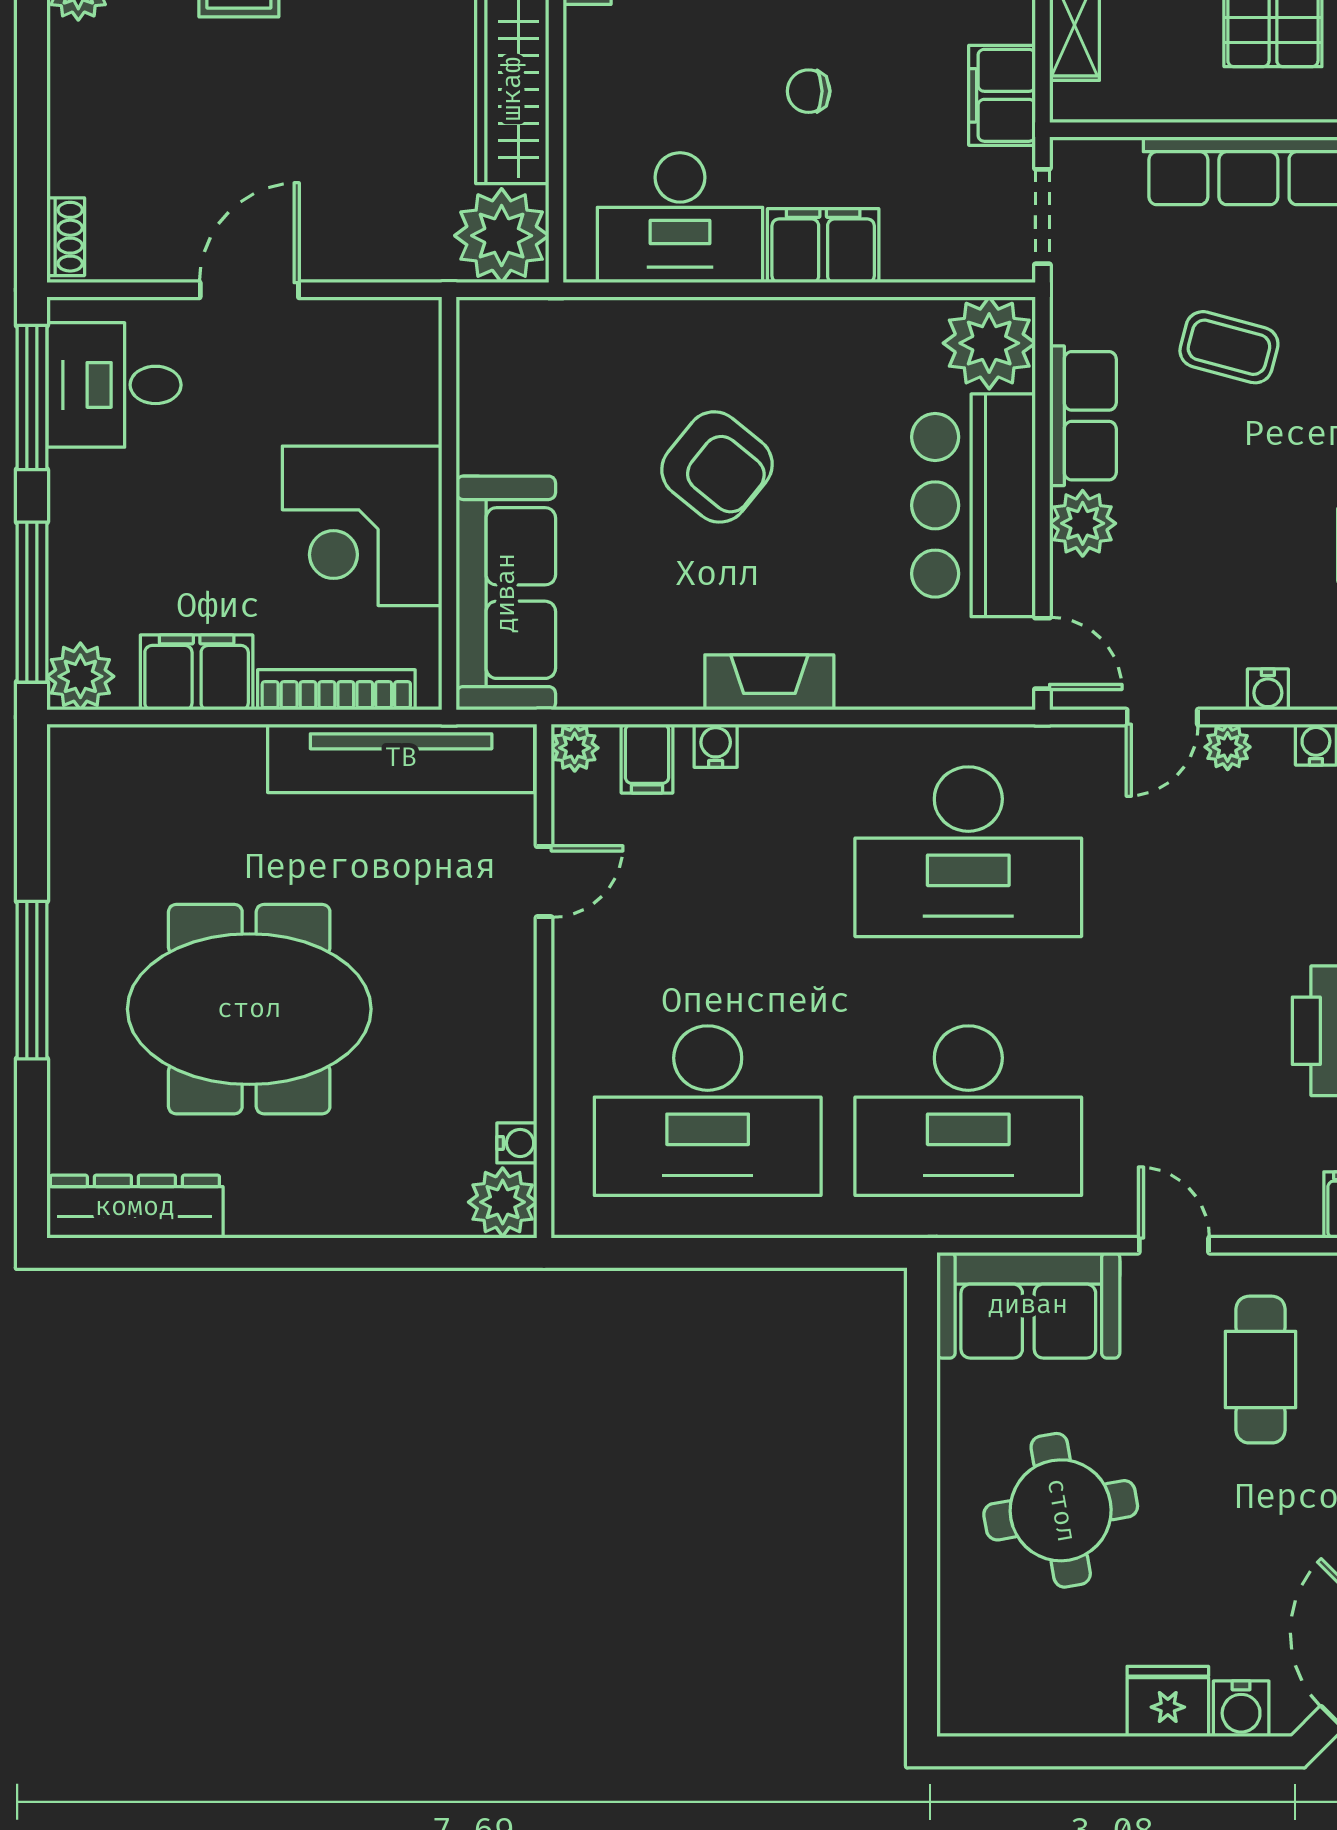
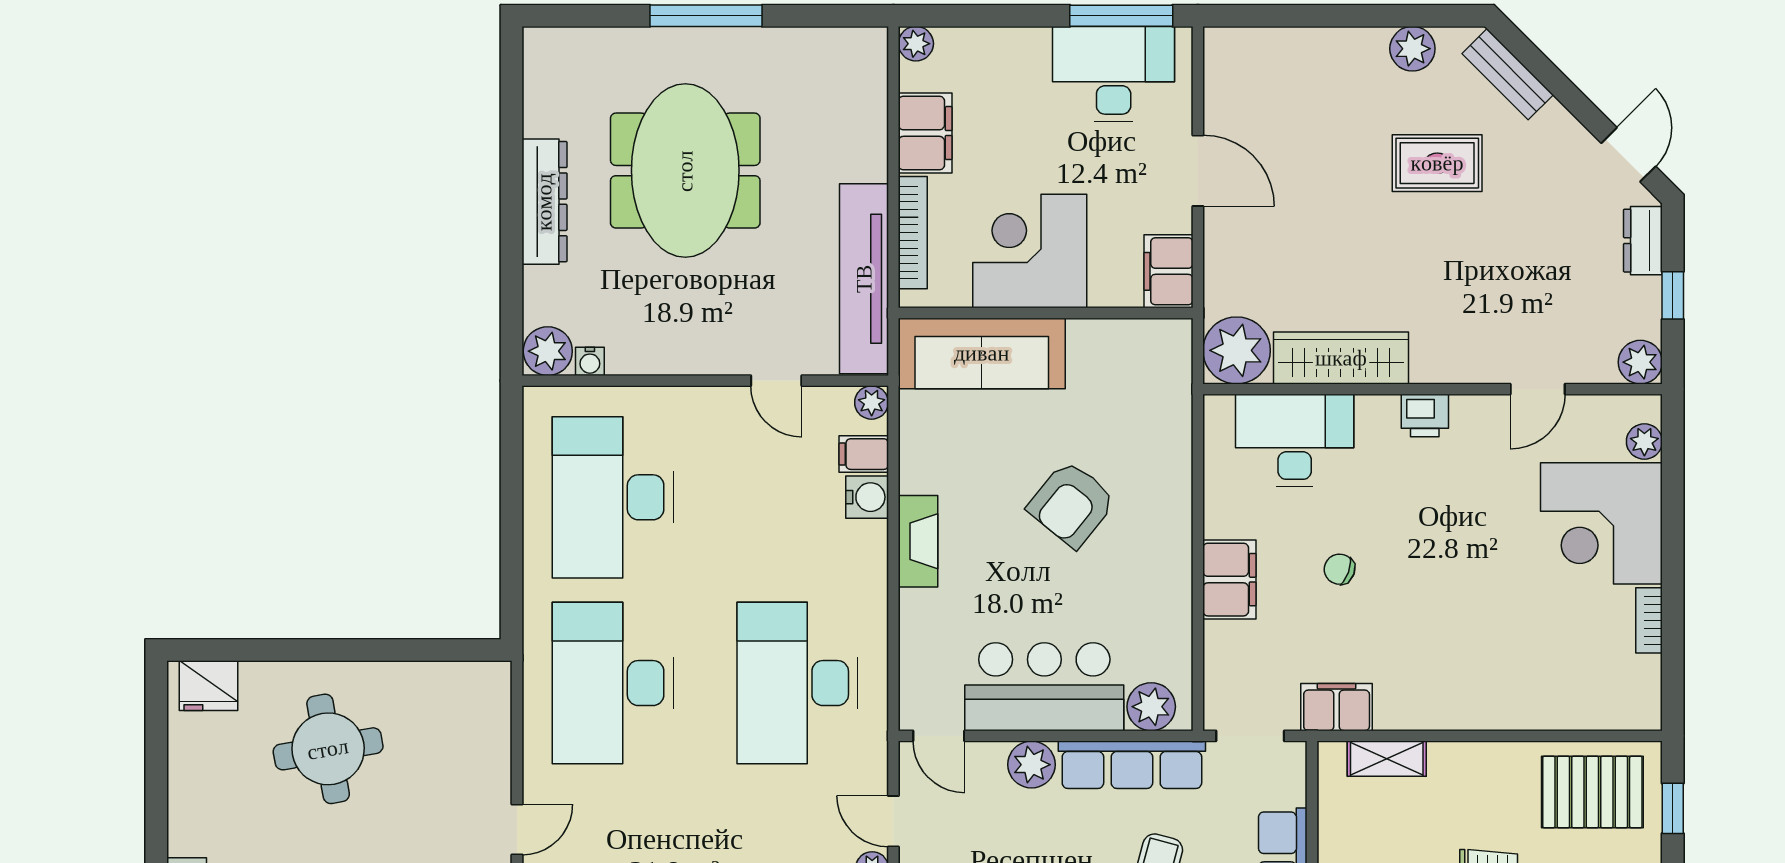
chair: (809, 91) -> (1339, 569), turned -70
desk: (680, 218) -> (1295, 441), moved, turned 90
shoe rack: (66, 237) -> (1236, 40), removed
filing cabinet: (391, 331) -> (1168, 271), added
plant: (989, 343) -> (1151, 707), width x0.73, depth x0.73
desk: (114, 385) -> (1114, 74), width x1.37
row of seats: (1083, 416) -> (1132, 765), width x1.48
window: (32, 602) -> (975, 16), removed
door: (1042, 653) -> (939, 736), hinge flipped
plant: (80, 676) -> (916, 44), width x0.73, depth x0.73
water cooler: (716, 746) -> (867, 497), width x1.38, depth x1.38
dresser: (135, 1207) -> (544, 202), moved
sofa: (1028, 1305) -> (474, 726), removed
fridge: (1168, 1701) -> (209, 686), moved, turned 90

